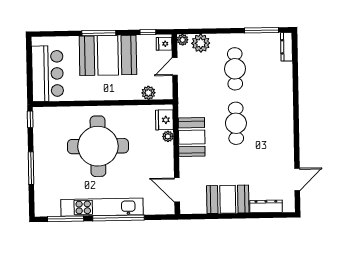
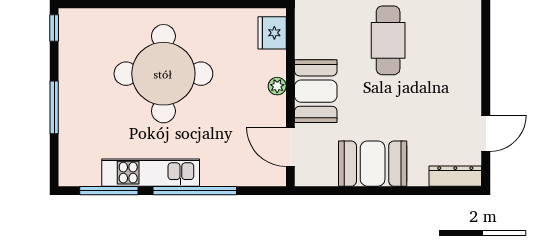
plant: (168, 136) -> (277, 86), moved
booth: (192, 137) -> (316, 91), moved
dresser: (266, 206) -> (455, 176), moved
kitchen unit: (102, 207) -> (151, 173), width x0.73

